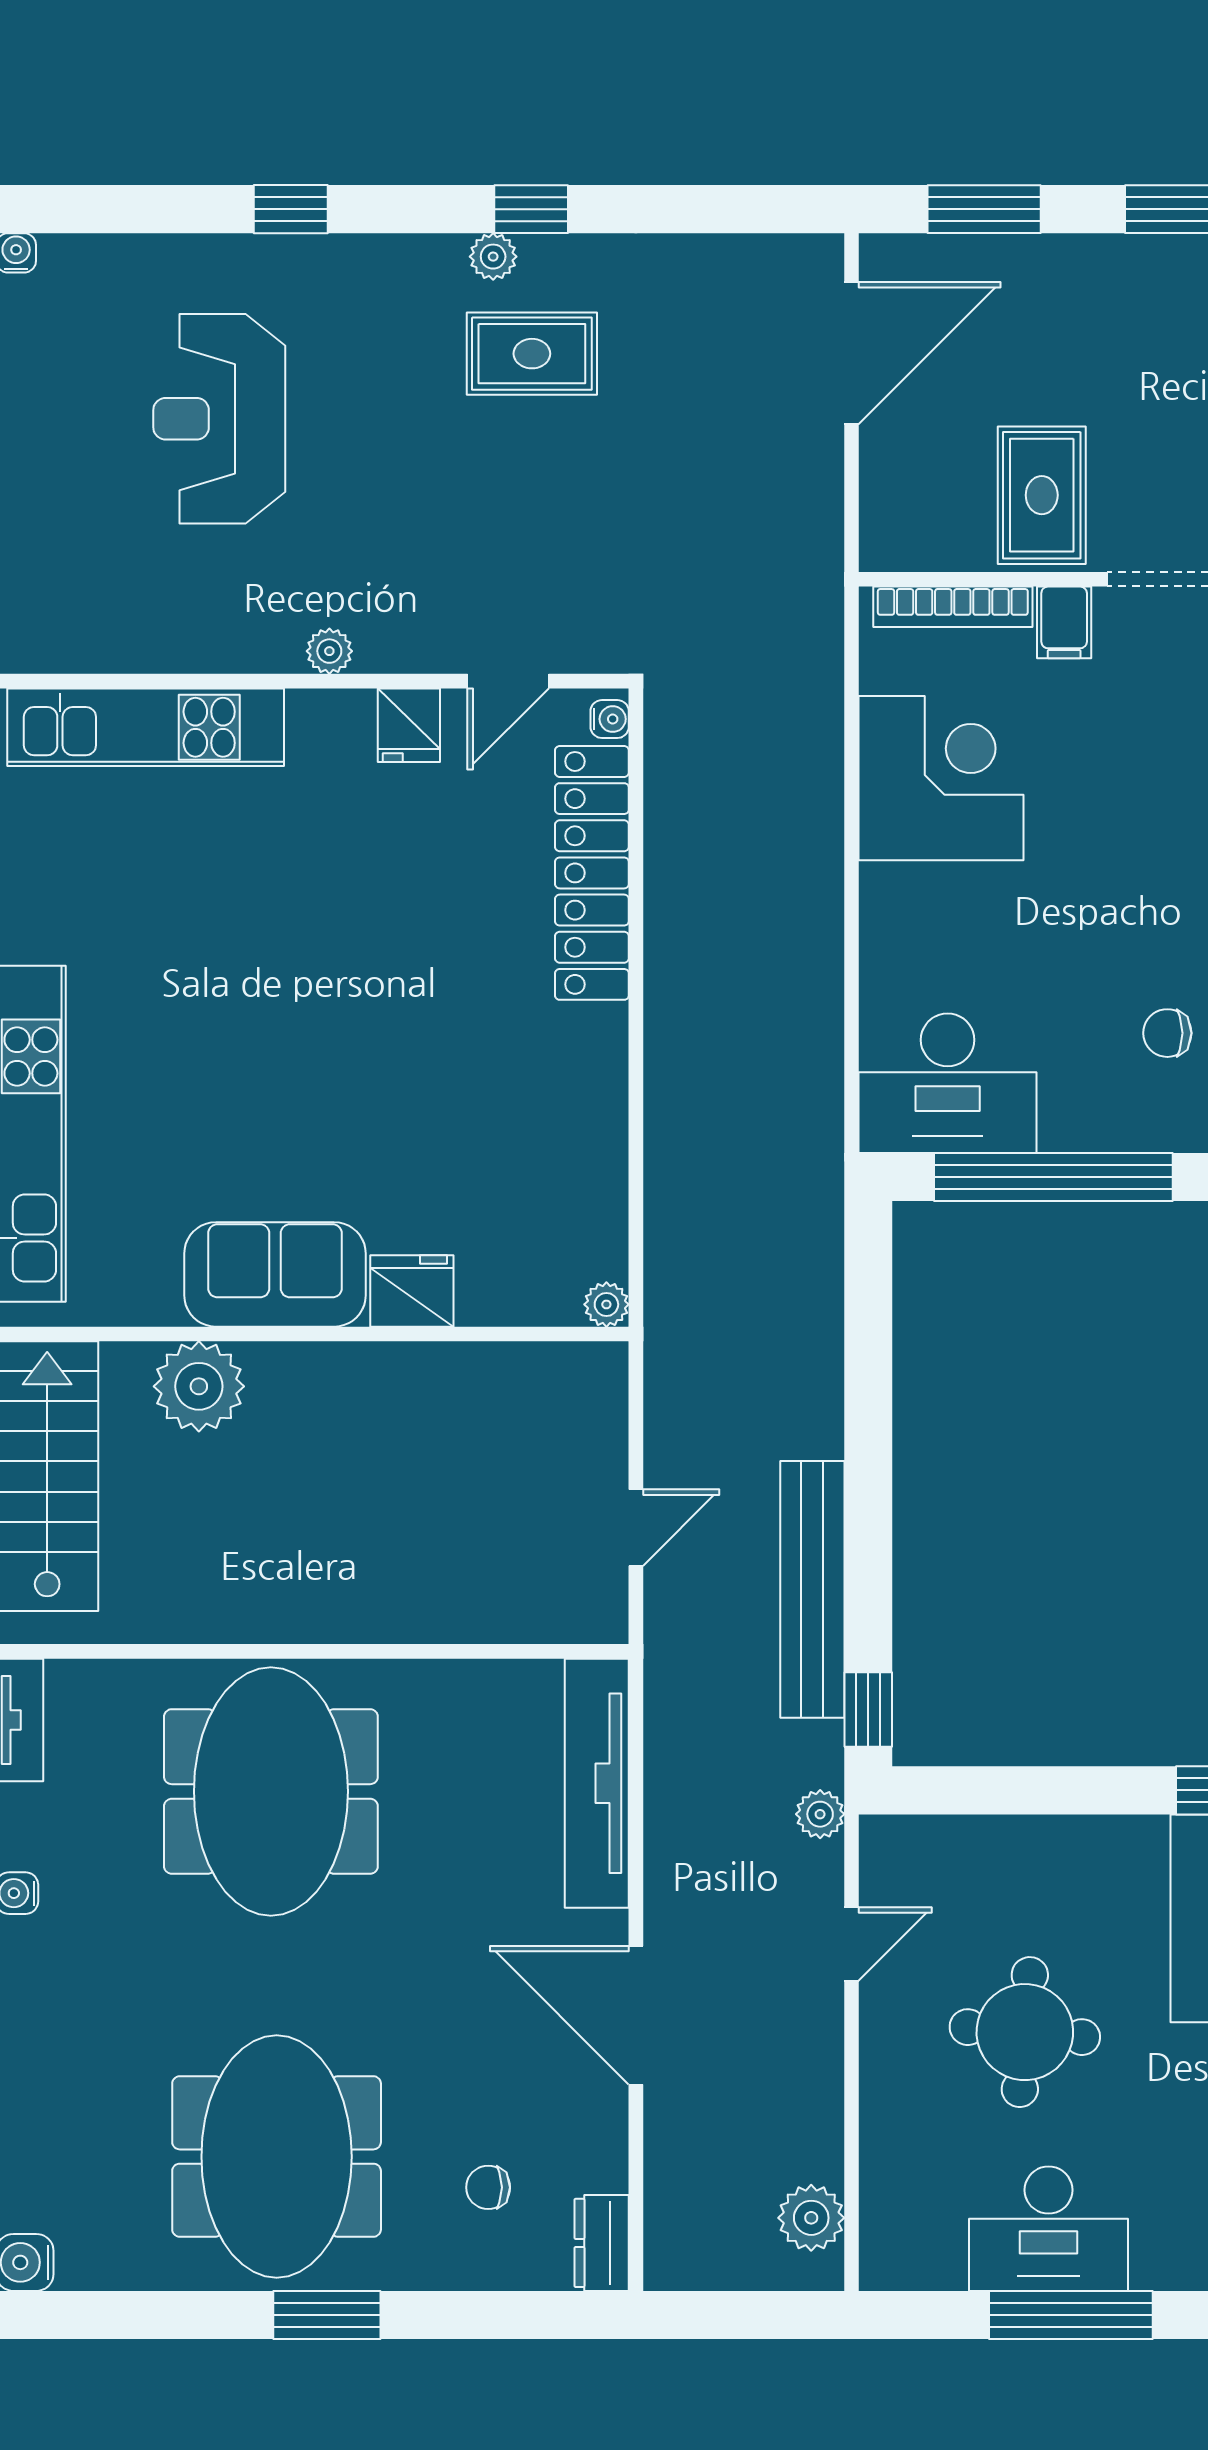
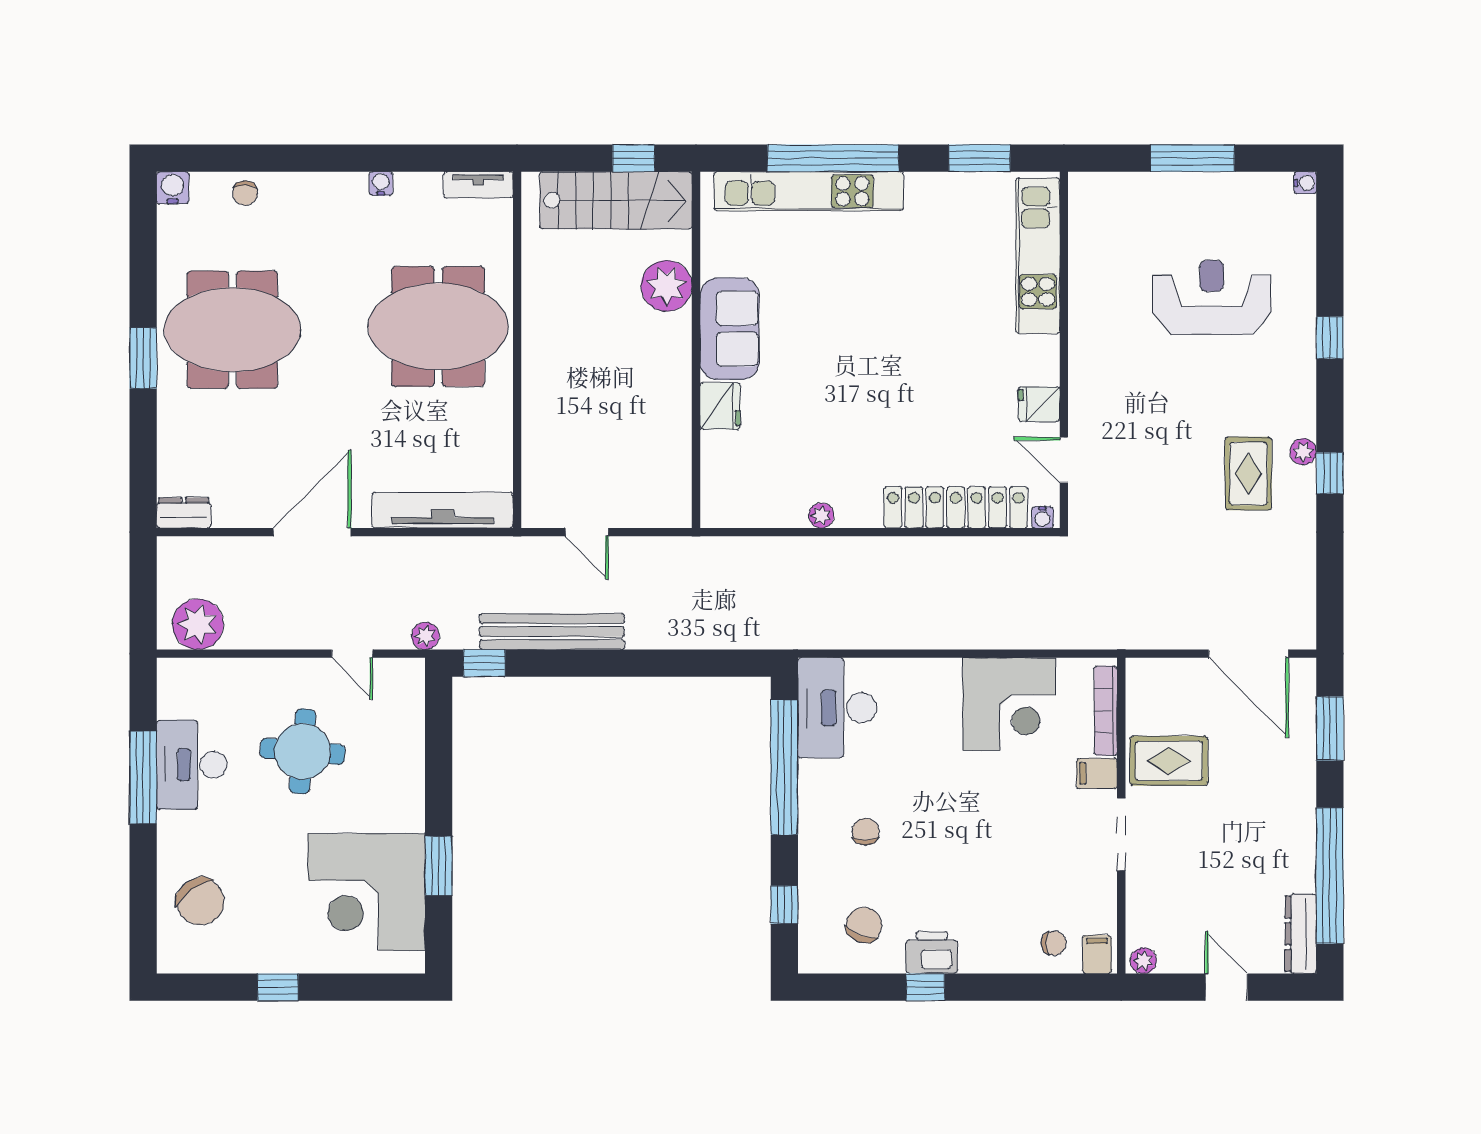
plant: (329, 651) -> (1081, 359), removed
plant: (606, 1304) -> (821, 516), moved
chair: (488, 2187) -> (245, 193), moved, turned 180
plant: (811, 2218) -> (198, 624), width x1.36, depth x1.36

